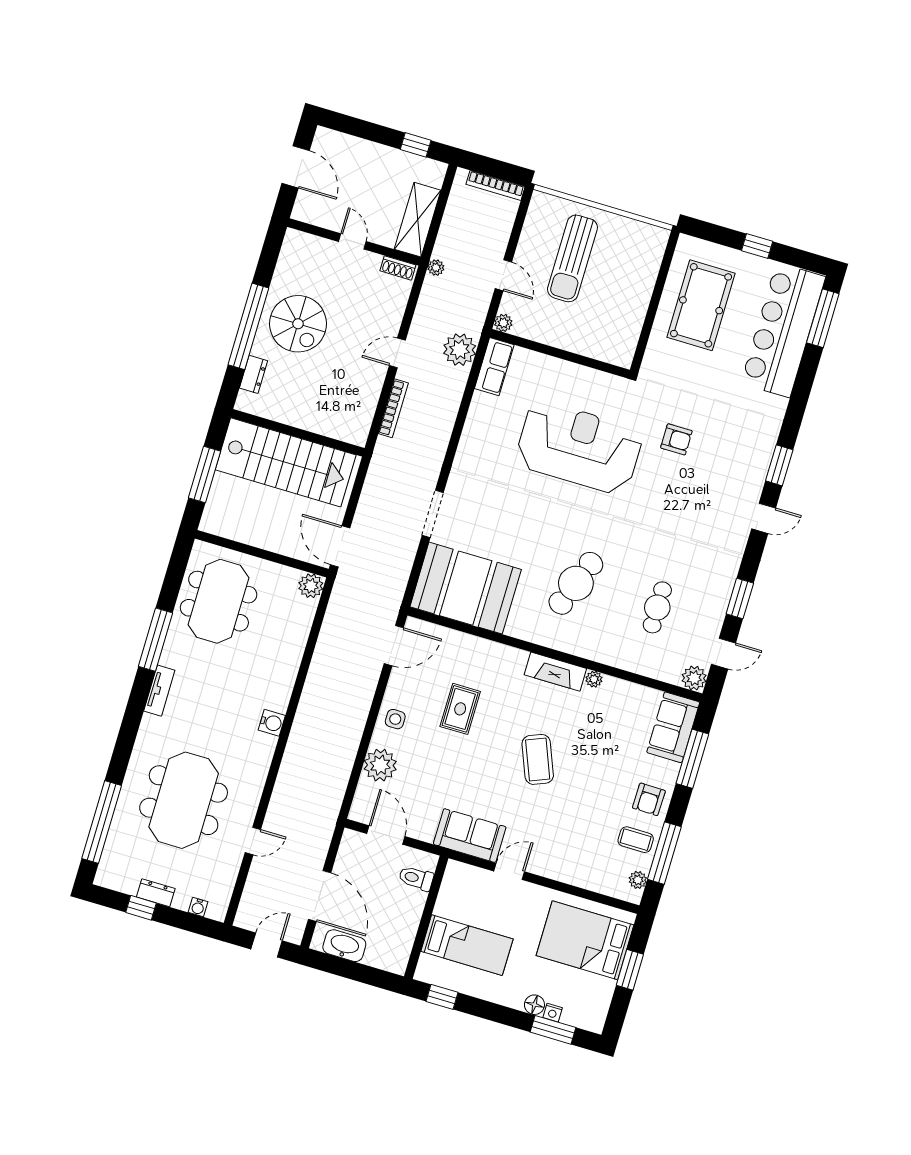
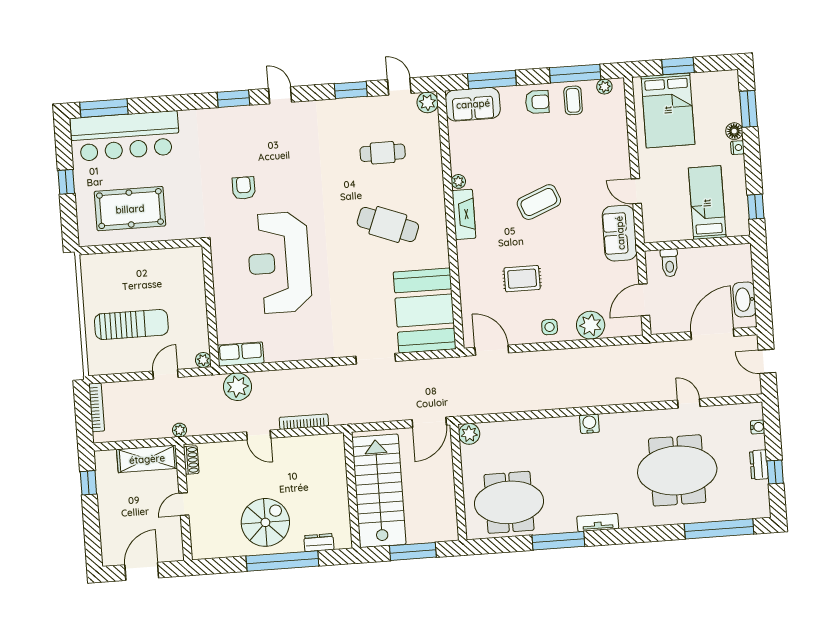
nightstand: (553, 1013) -> (737, 148), moved

